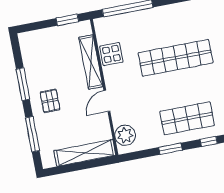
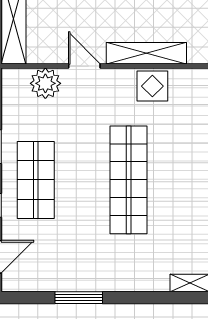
plant: (125, 135) -> (45, 83), moved

